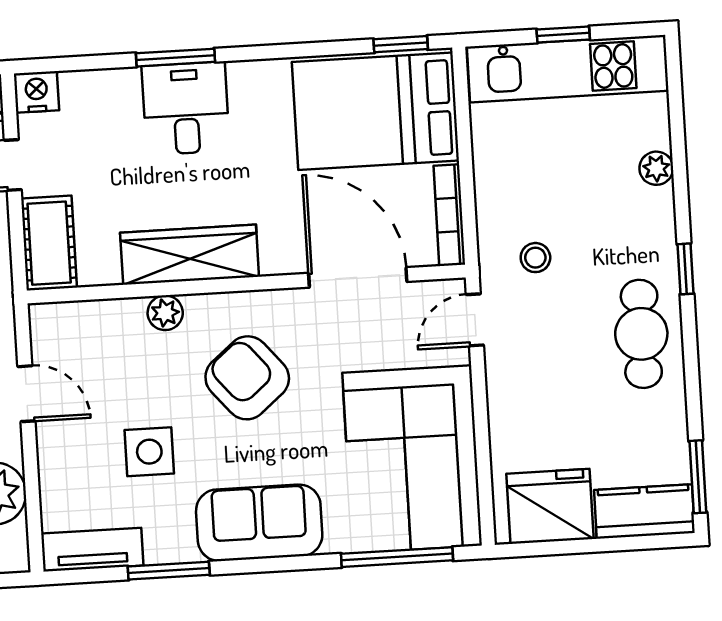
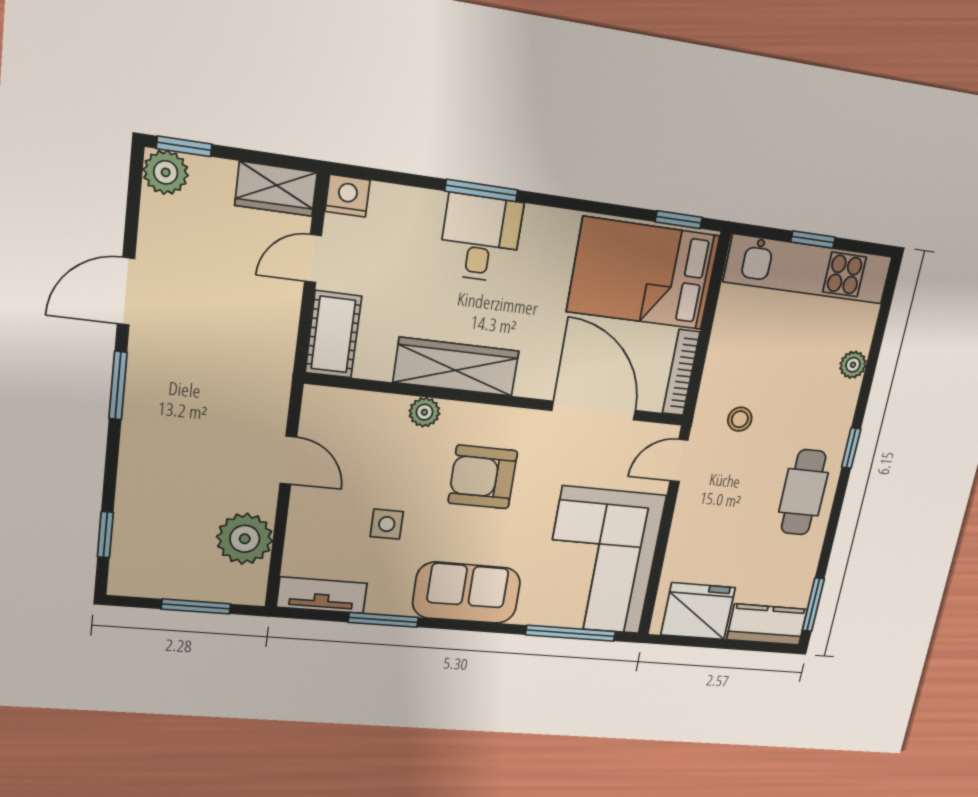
armchair: (247, 378) -> (483, 477), turned -50
side table: (149, 452) -> (387, 524), width x0.73, depth x0.73

